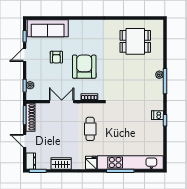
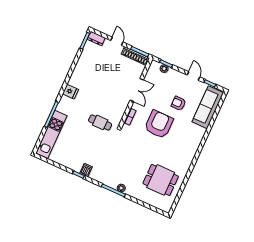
dining table: (135, 41) -> (161, 180), turned 90
armchair: (84, 67) -> (159, 124), turned -90
cafe table: (90, 129) -> (100, 122), moved
door: (25, 141) -> (117, 41), hinge flipped
kitchen unit: (130, 162) -> (51, 134), width x0.73
wardrobe: (61, 163) -> (82, 65), removed

